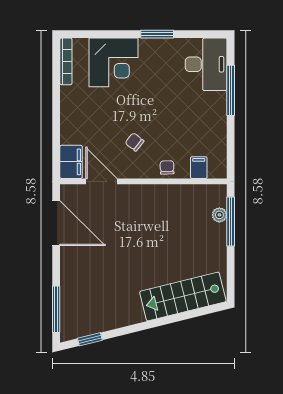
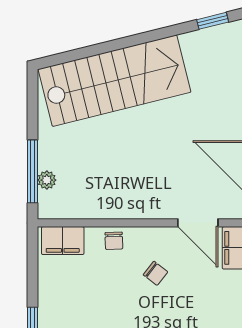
filing cabinet: (199, 168) -> (63, 241), width x2.00
stairs: (183, 297) -> (115, 81), width x1.36, depth x1.51

